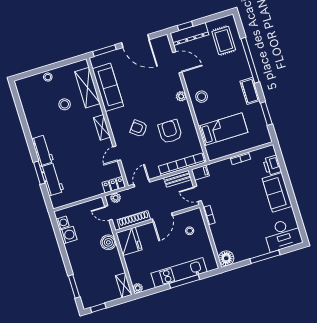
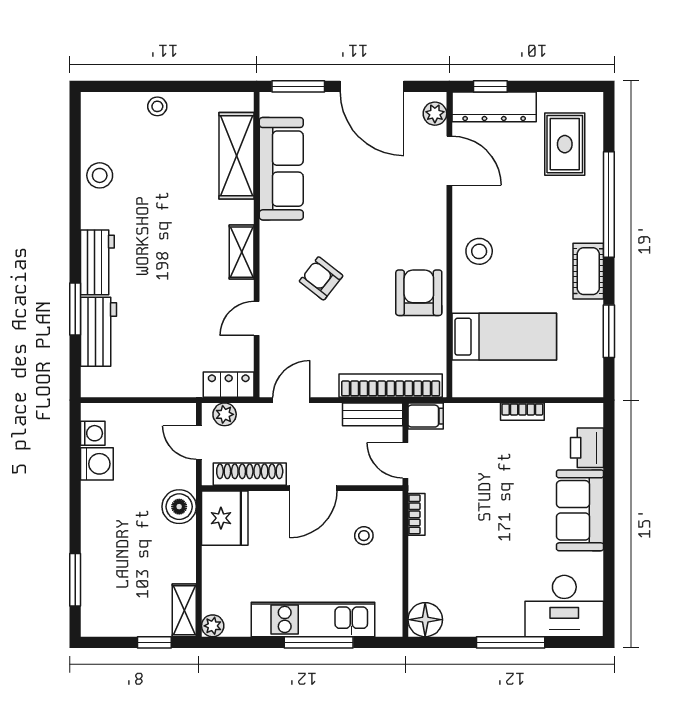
plant: (181, 96) -> (435, 114), moved
stool: (65, 104) -> (100, 175), moved
armchair: (170, 132) -> (419, 293), moved
window: (98, 308) -> (154, 642), moved

